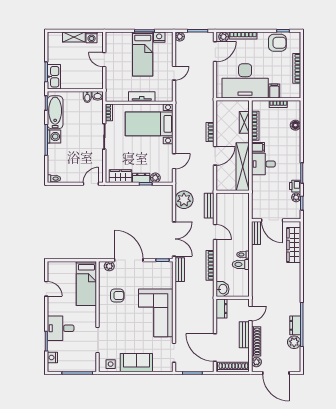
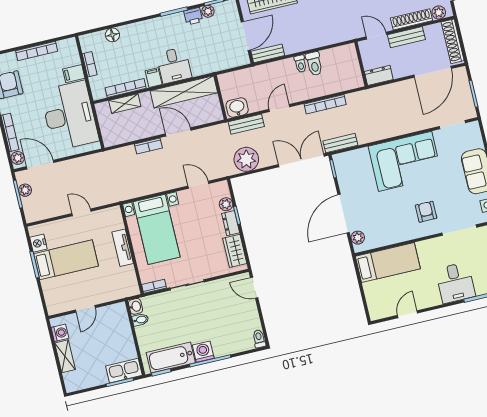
plant: (180, 37) -> (25, 190), moved
washbasin: (223, 289) -> (237, 107), moved
armchair: (117, 295) -> (426, 212), moved

